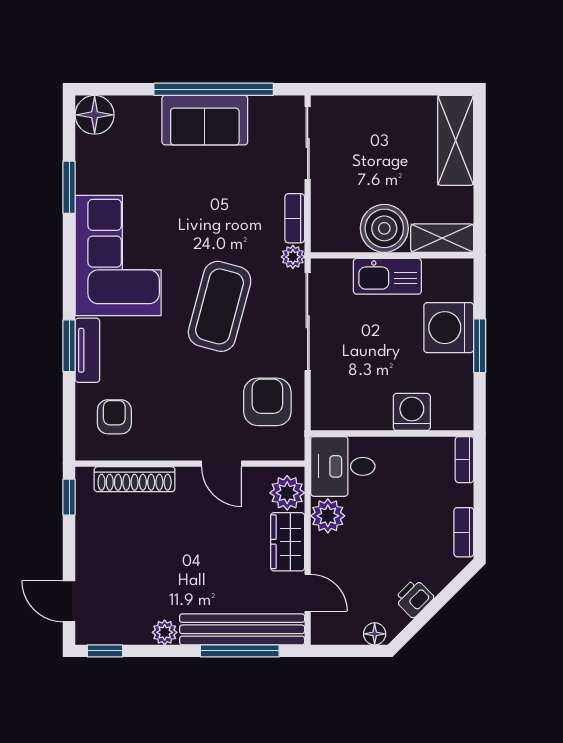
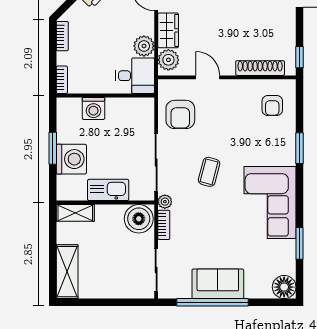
boiler: (384, 228) -> (139, 219), moved
coffee table: (220, 306) -> (209, 172), width x0.54, depth x0.58
tv unit: (87, 350) -> (288, 145), removed

